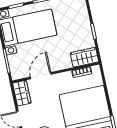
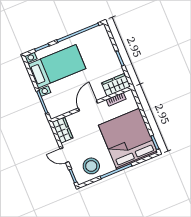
door: (41, 76) -> (88, 106), moved

